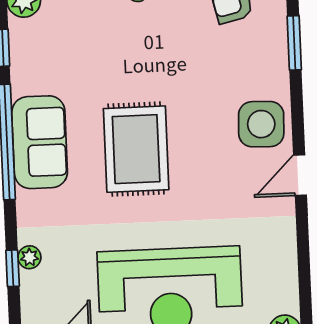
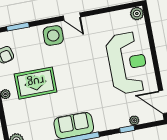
rug: (136, 149) -> (36, 83), moved
plant: (29, 257) -> (134, 120), moved

